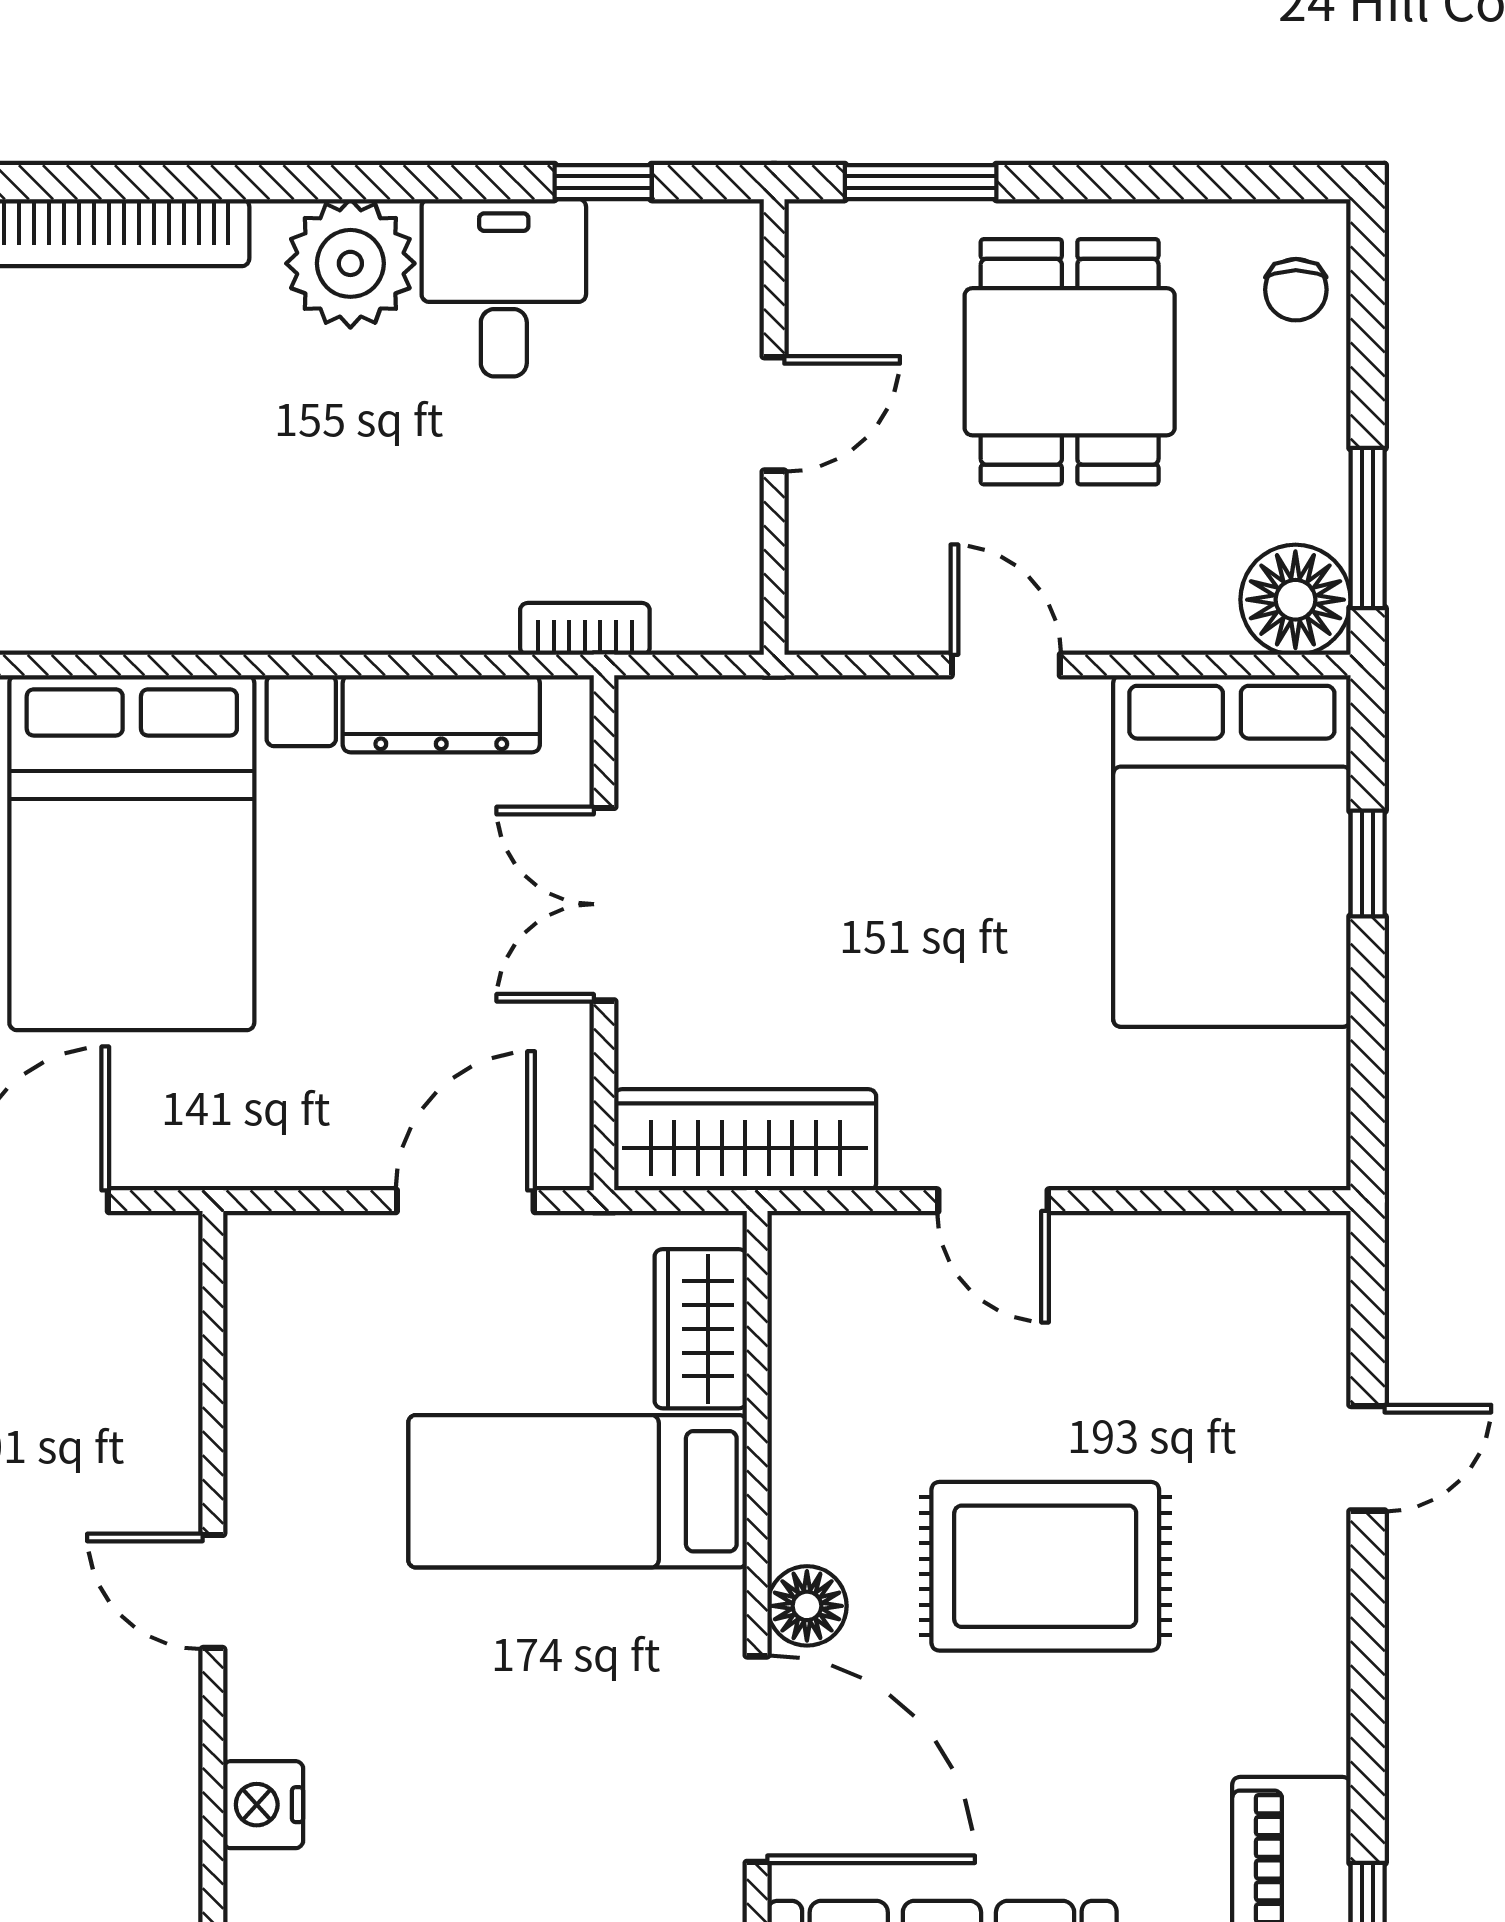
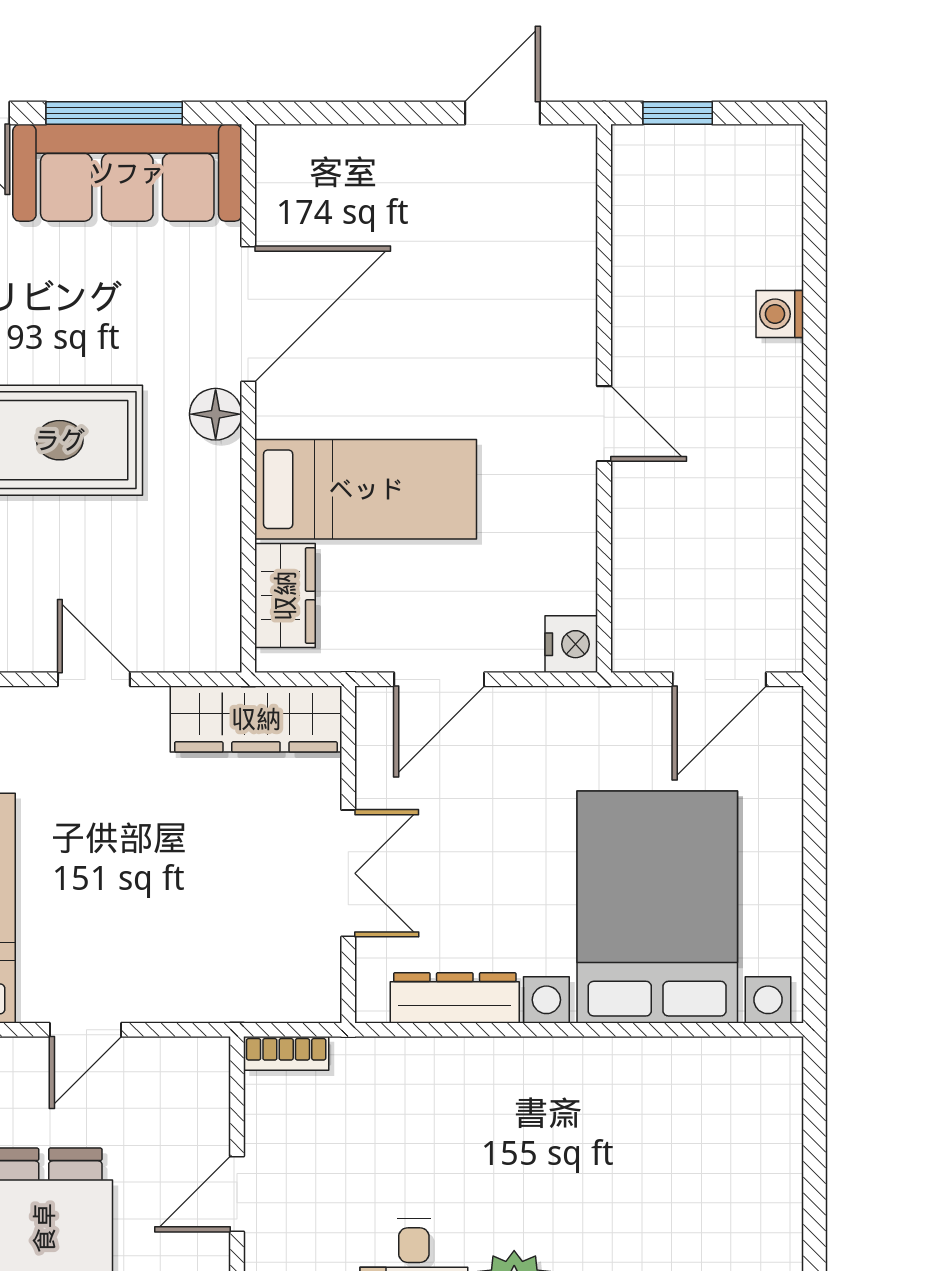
bookcase: (585, 629) -> (286, 1053), moved
door: (1006, 665) -> (85, 1030), hinge flipped
door: (757, 1759) -> (248, 314), swing flipped
nightstand: (263, 1805) -> (571, 644), moved

